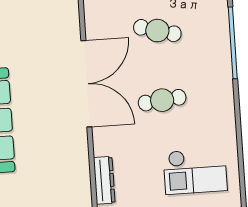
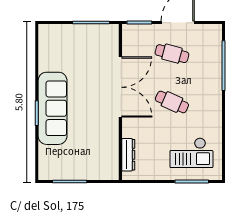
cafe table: (162, 100) -> (172, 102), turned 30

